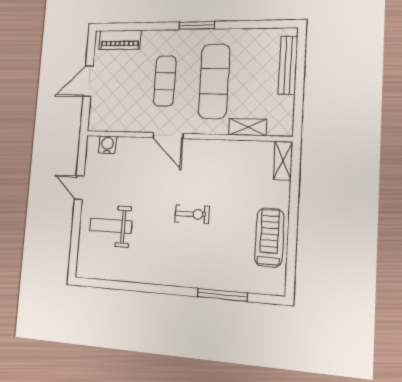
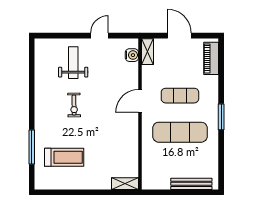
shelving: (248, 127) -> (147, 52), moved
exercise bike: (192, 214) -> (74, 105), moved
treadmill: (269, 238) -> (64, 157), moved

